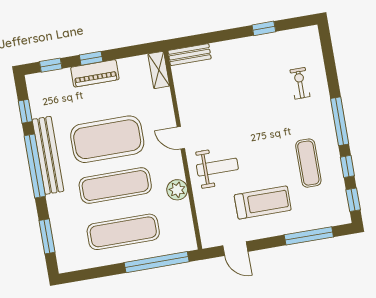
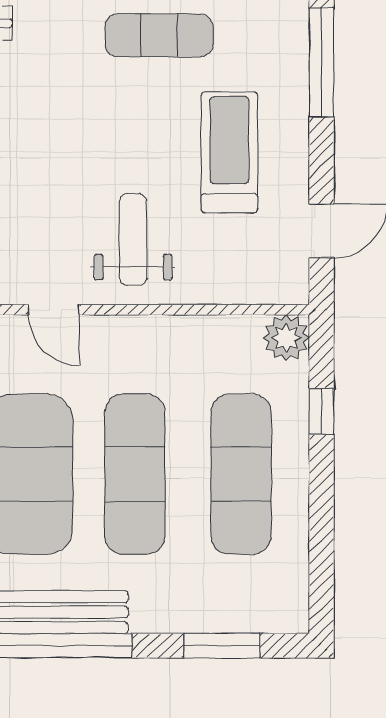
door: (181, 138) -> (54, 310), hinge flipped
plant: (177, 190) -> (286, 338), moved
window: (157, 262) -> (322, 411), width x0.32

